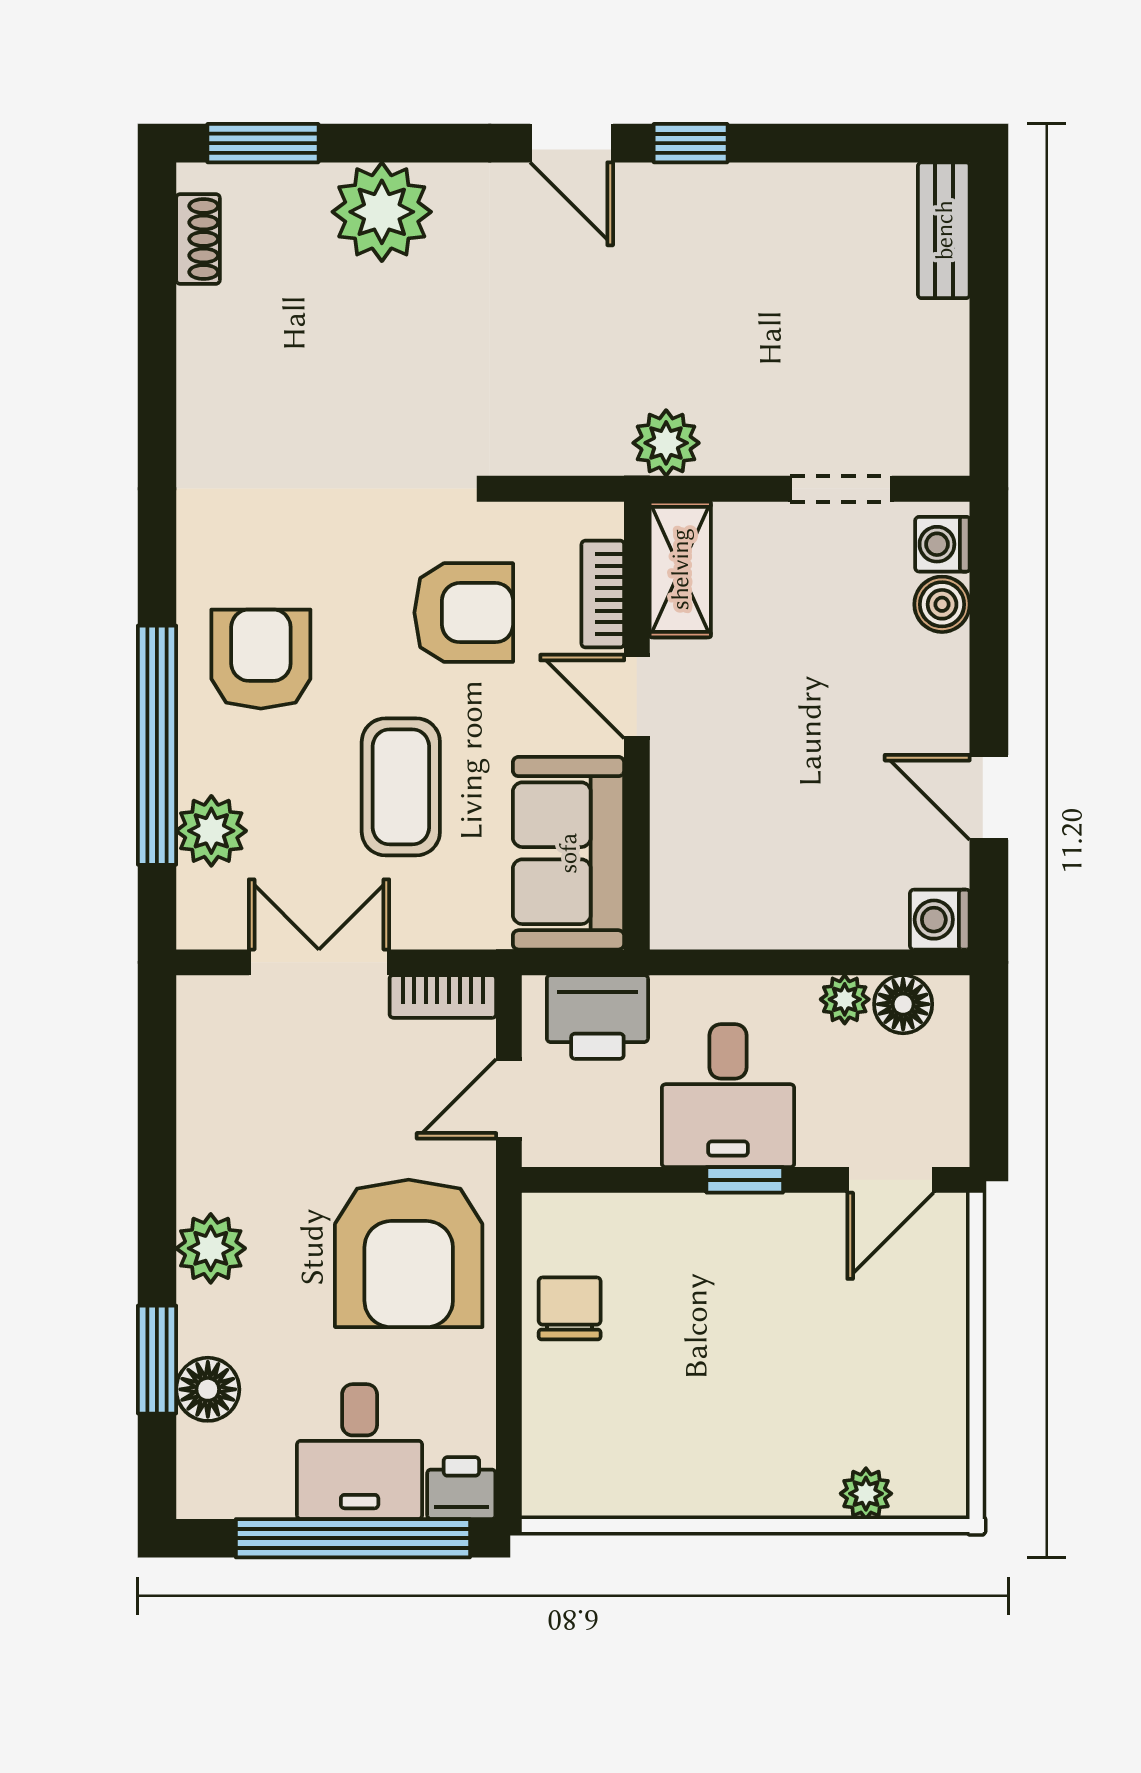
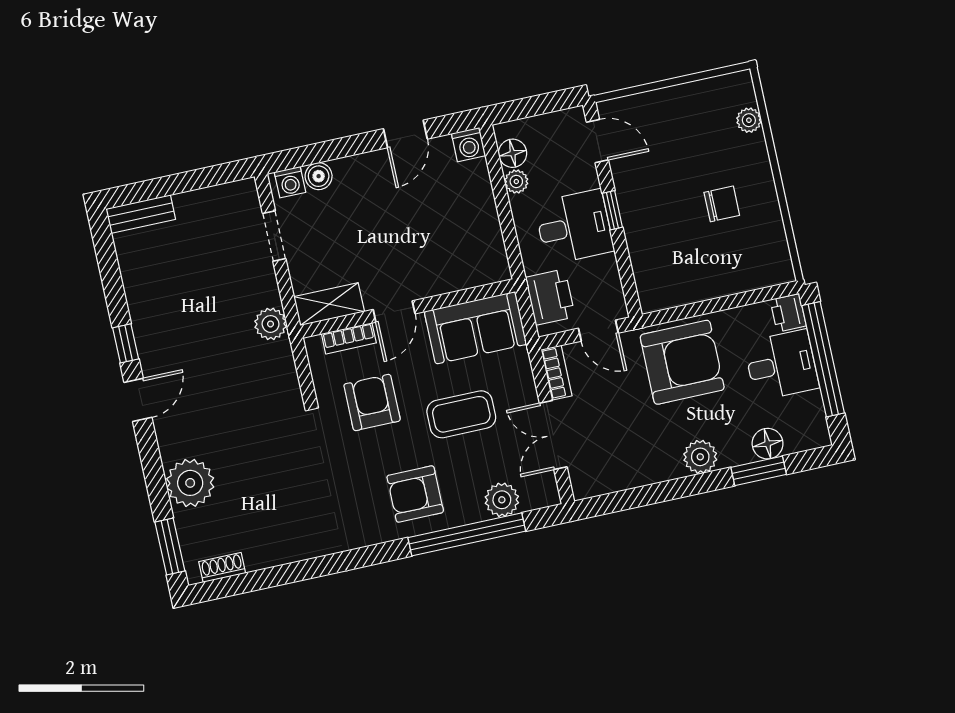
chair: (570, 1308) -> (722, 204), moved, turned 180

